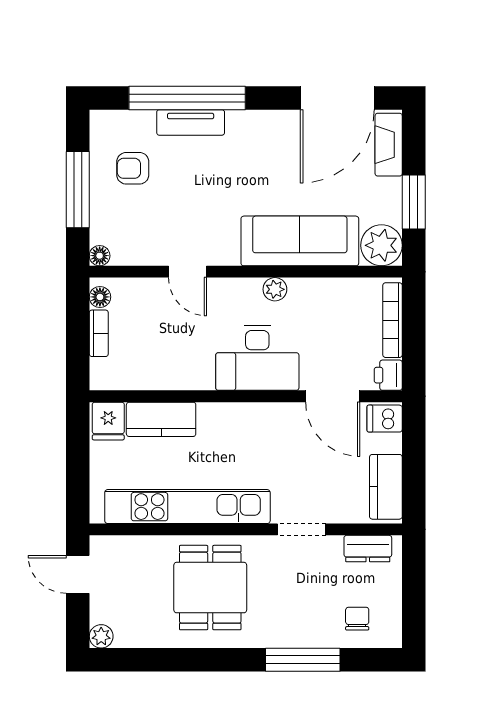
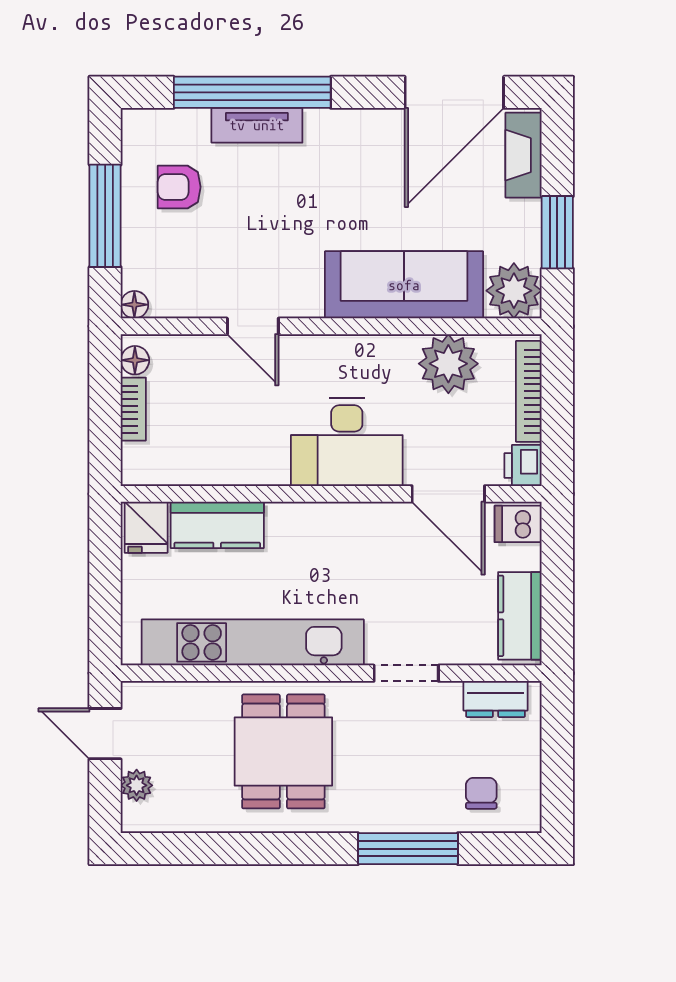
plant: (275, 289) -> (448, 364), moved, width x1.88, depth x1.88
plant: (101, 636) -> (137, 785), moved

